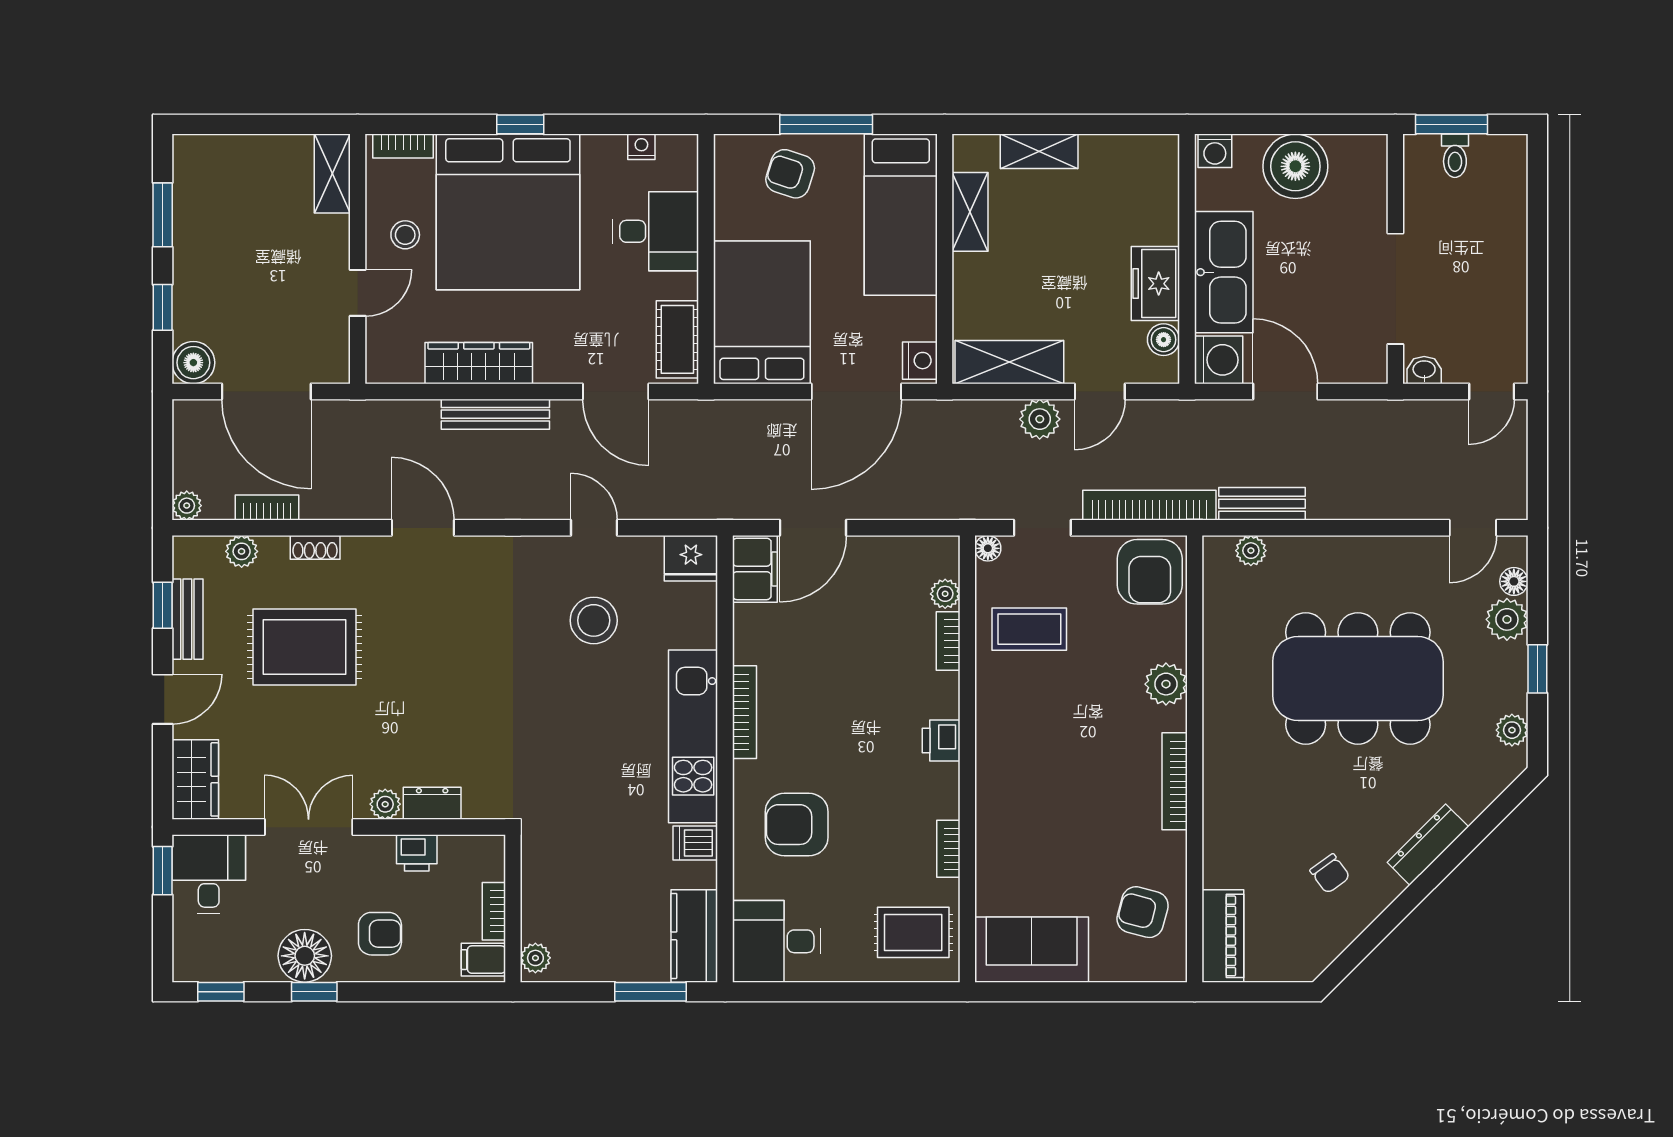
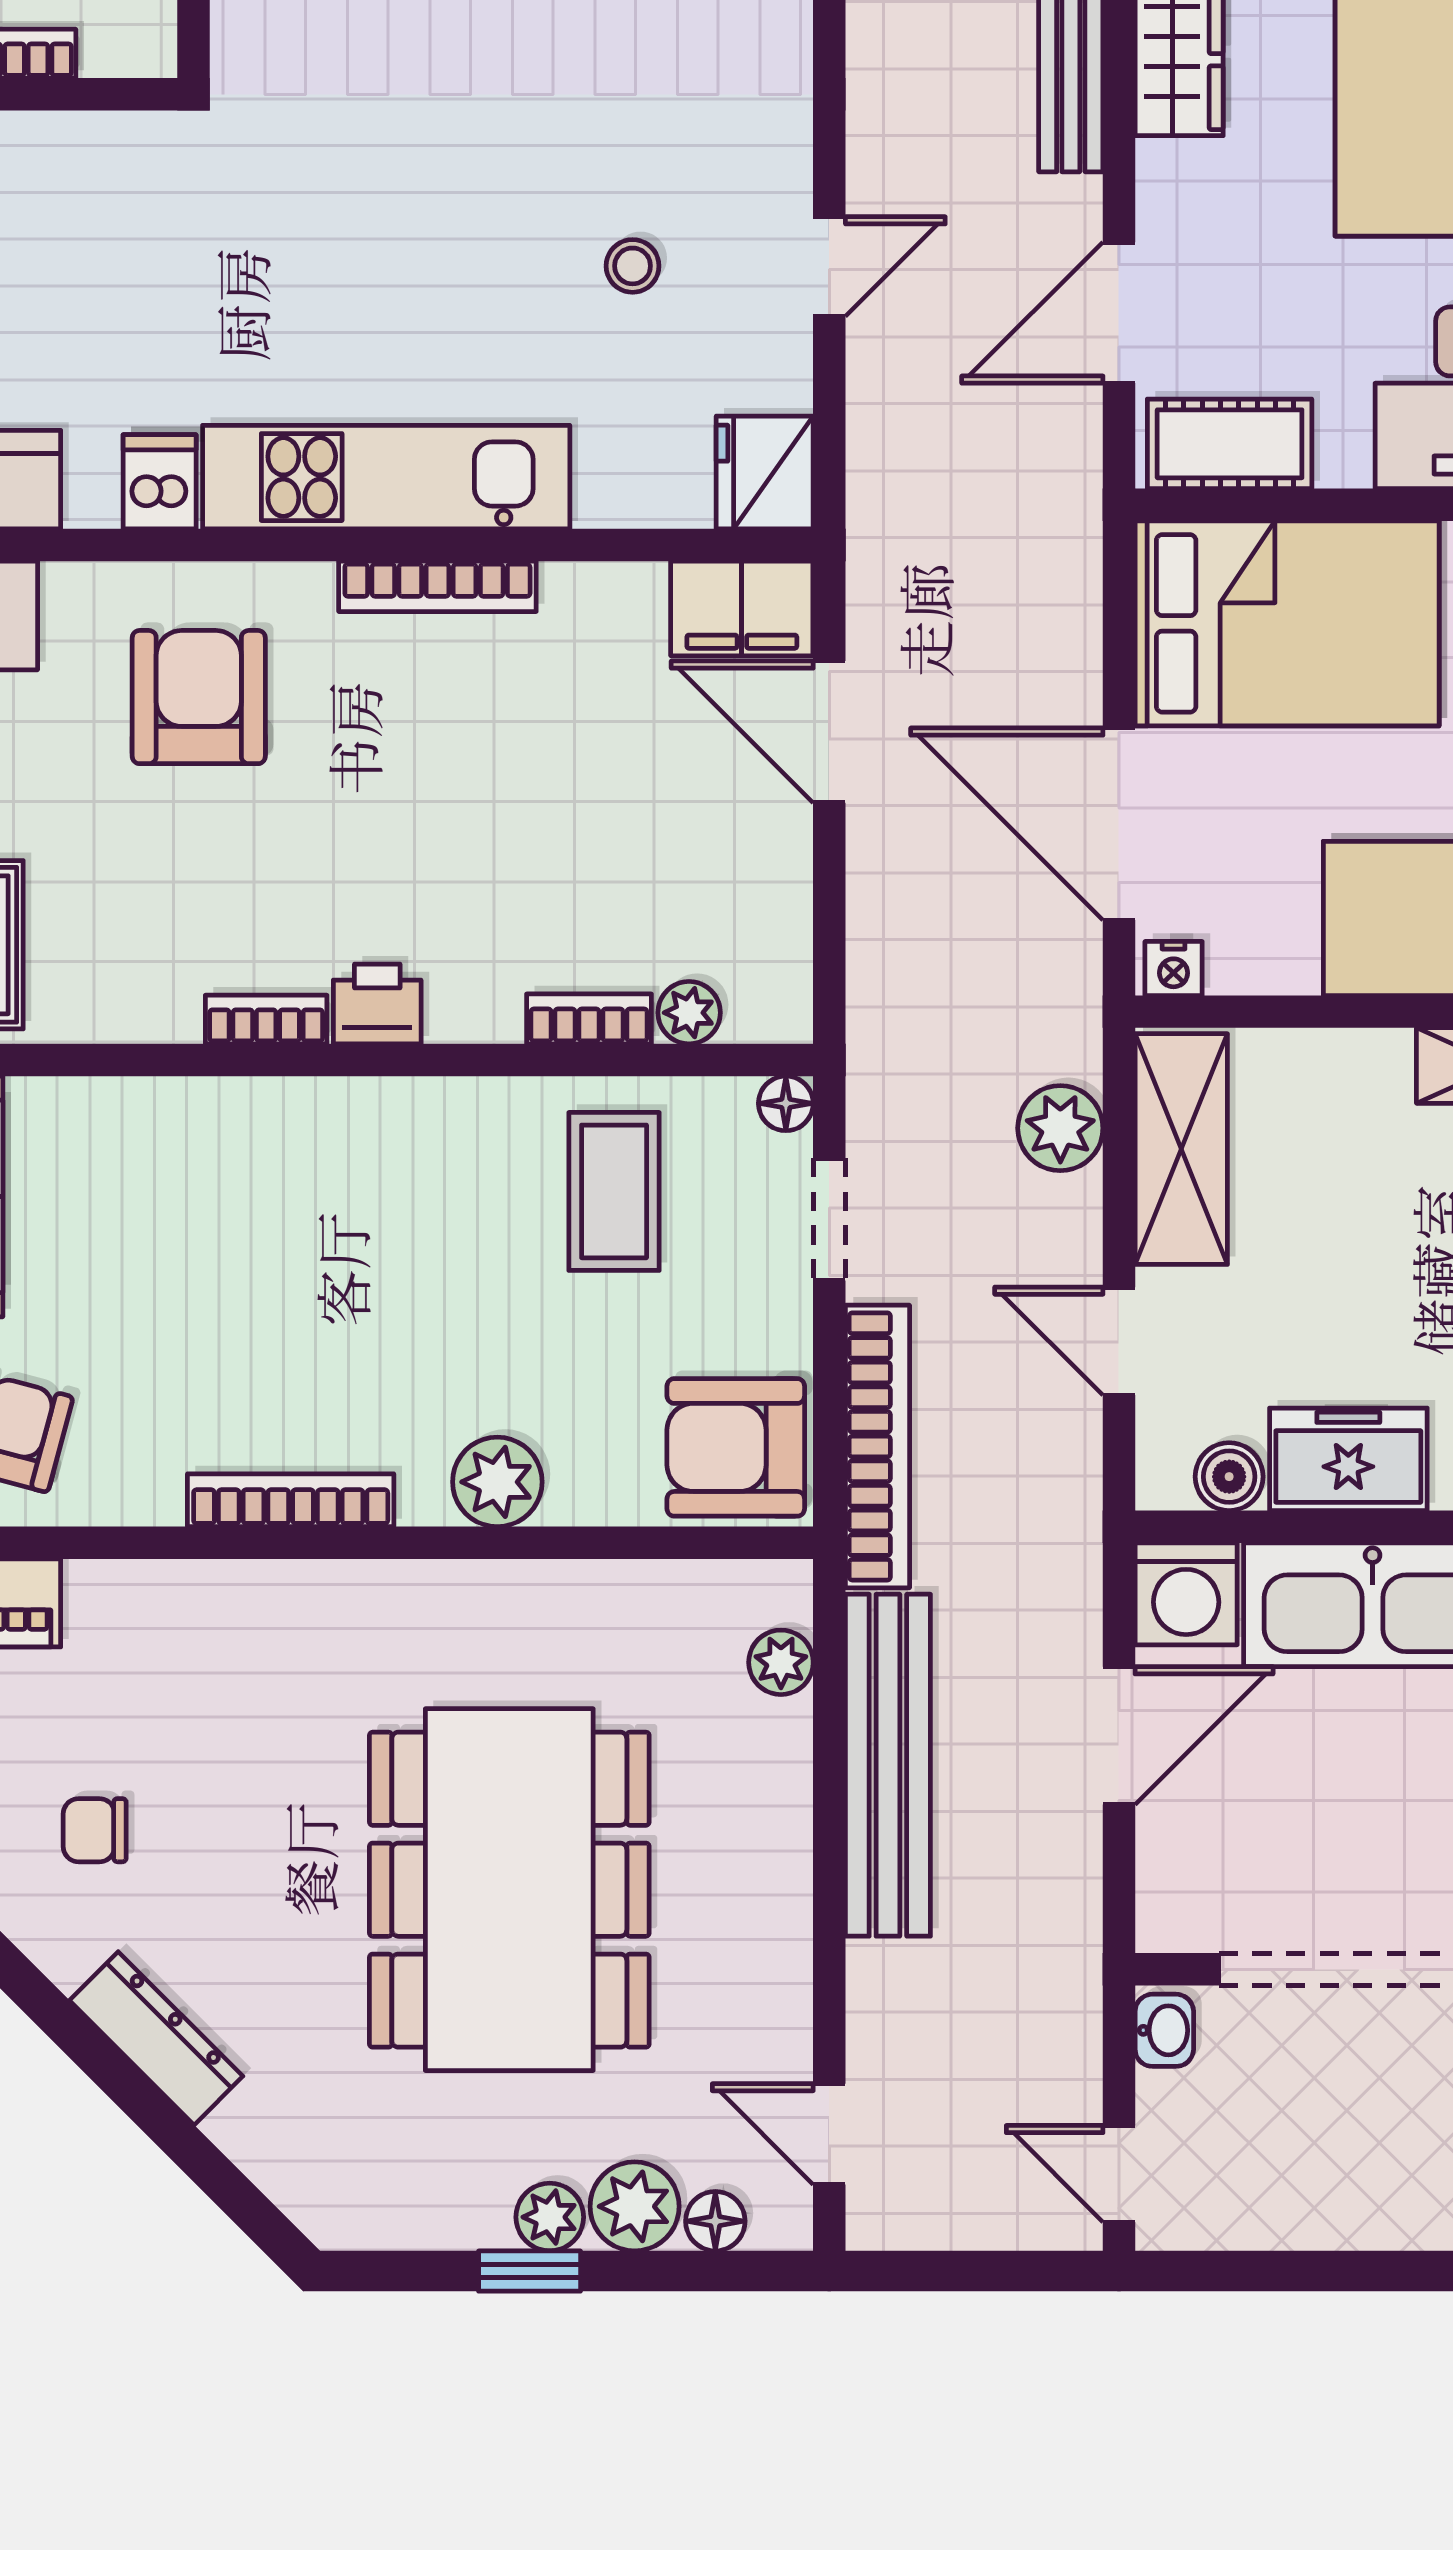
nightstand: (920, 361) -> (1174, 969), width x0.72, depth x0.74
plant: (1040, 419) -> (1060, 1128), moved
bench: (1262, 504) -> (888, 1765), width x1.86, depth x1.21
stool: (594, 620) -> (633, 266), width x0.53, depth x0.53
plant: (1512, 730) -> (550, 2217), moved
bookcase: (948, 849) -> (266, 1020), moved
chair: (1330, 874) -> (95, 1830), turned 36

